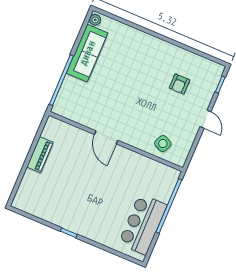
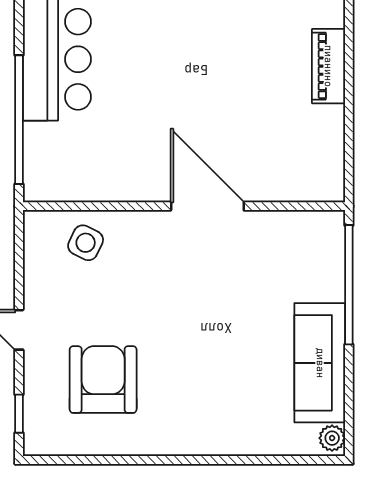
armchair: (179, 84) -> (103, 380), width x1.88, depth x1.88
door: (106, 137) -> (207, 206), width x1.36
piano: (40, 155) -> (328, 66), moved

